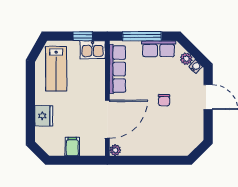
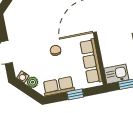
window: (142, 36) -> (75, 94), width x0.46
chair: (164, 100) -> (56, 50), moved

